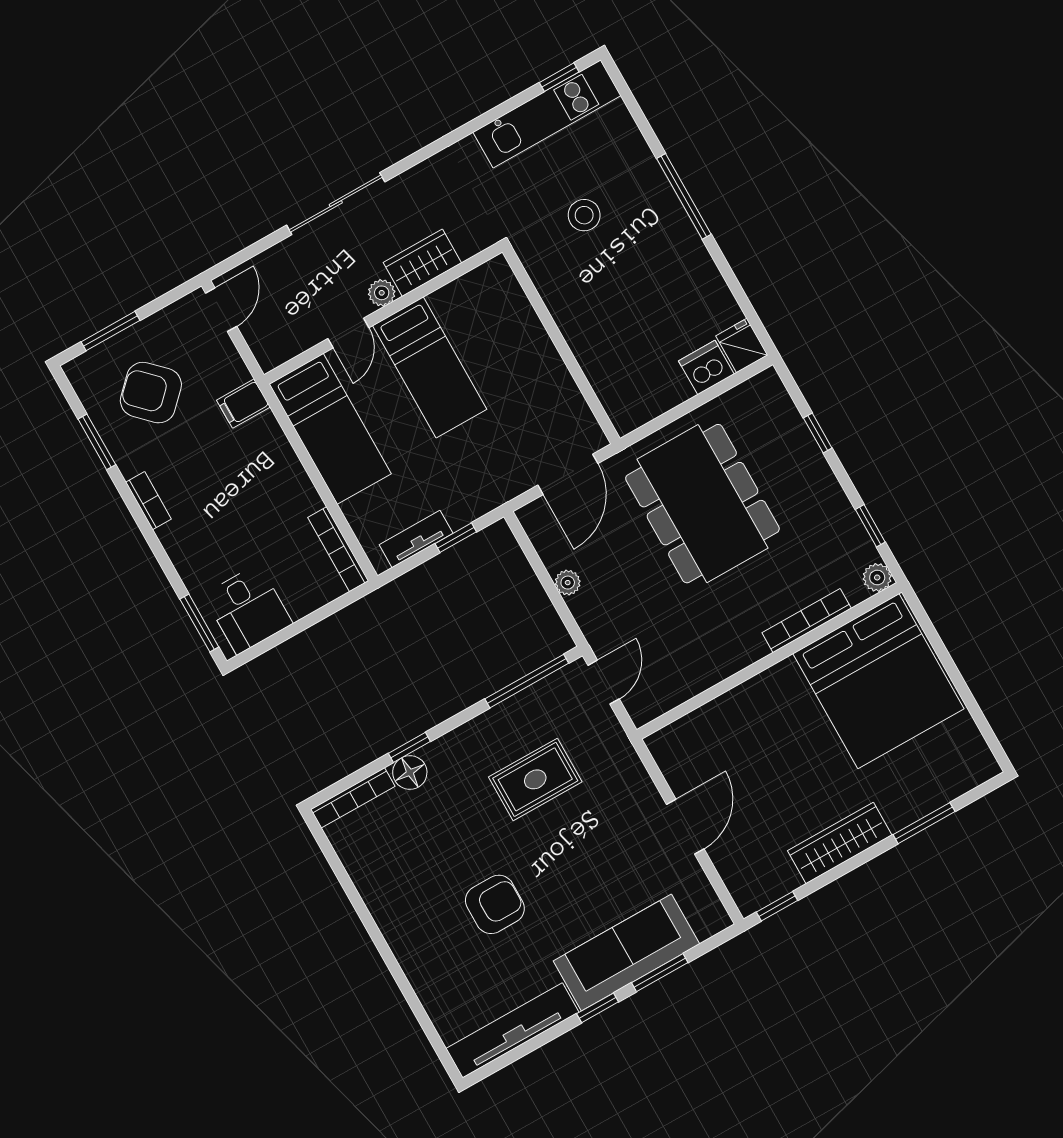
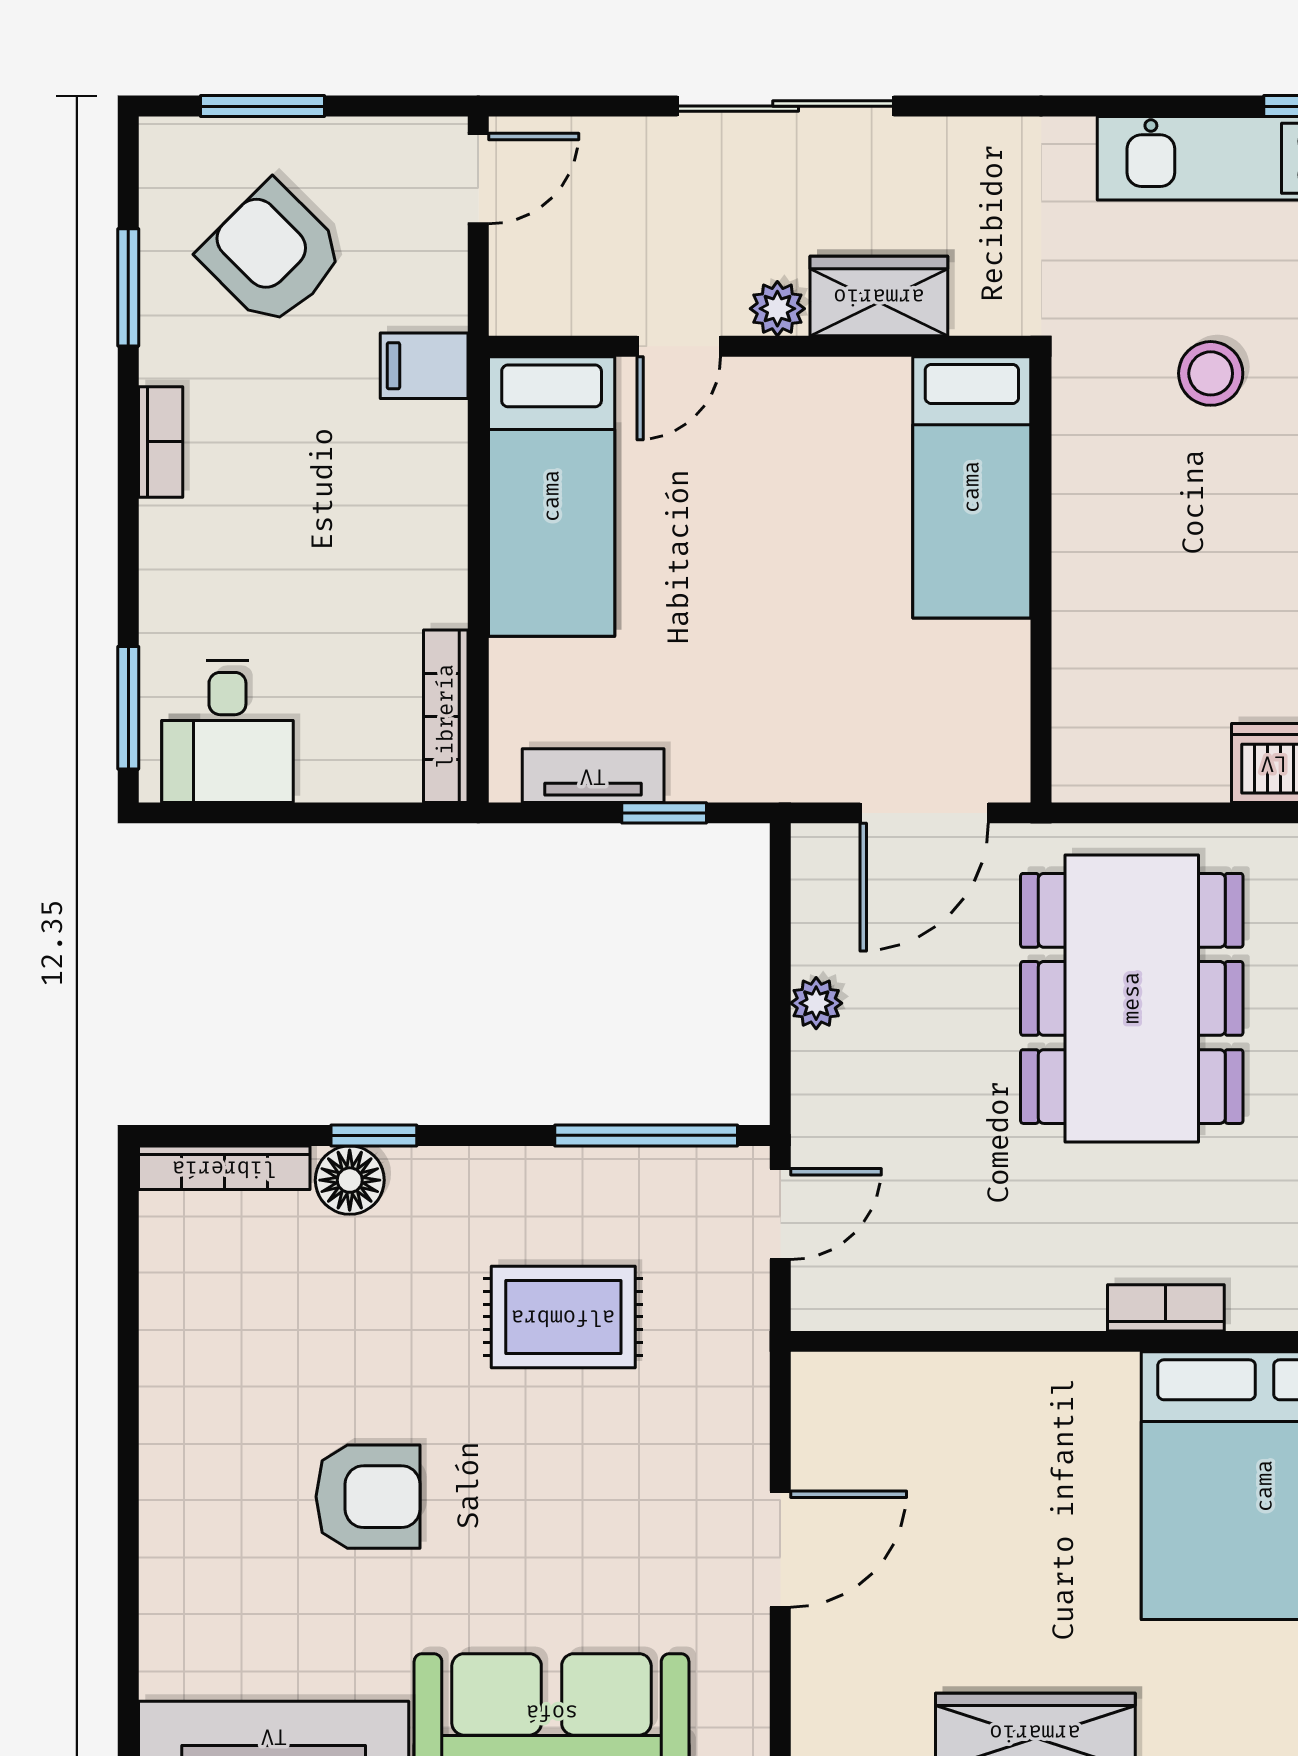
bed: (430, 367) -> (972, 487), moved
bookcase: (807, 621) -> (1166, 1308), width x0.64

